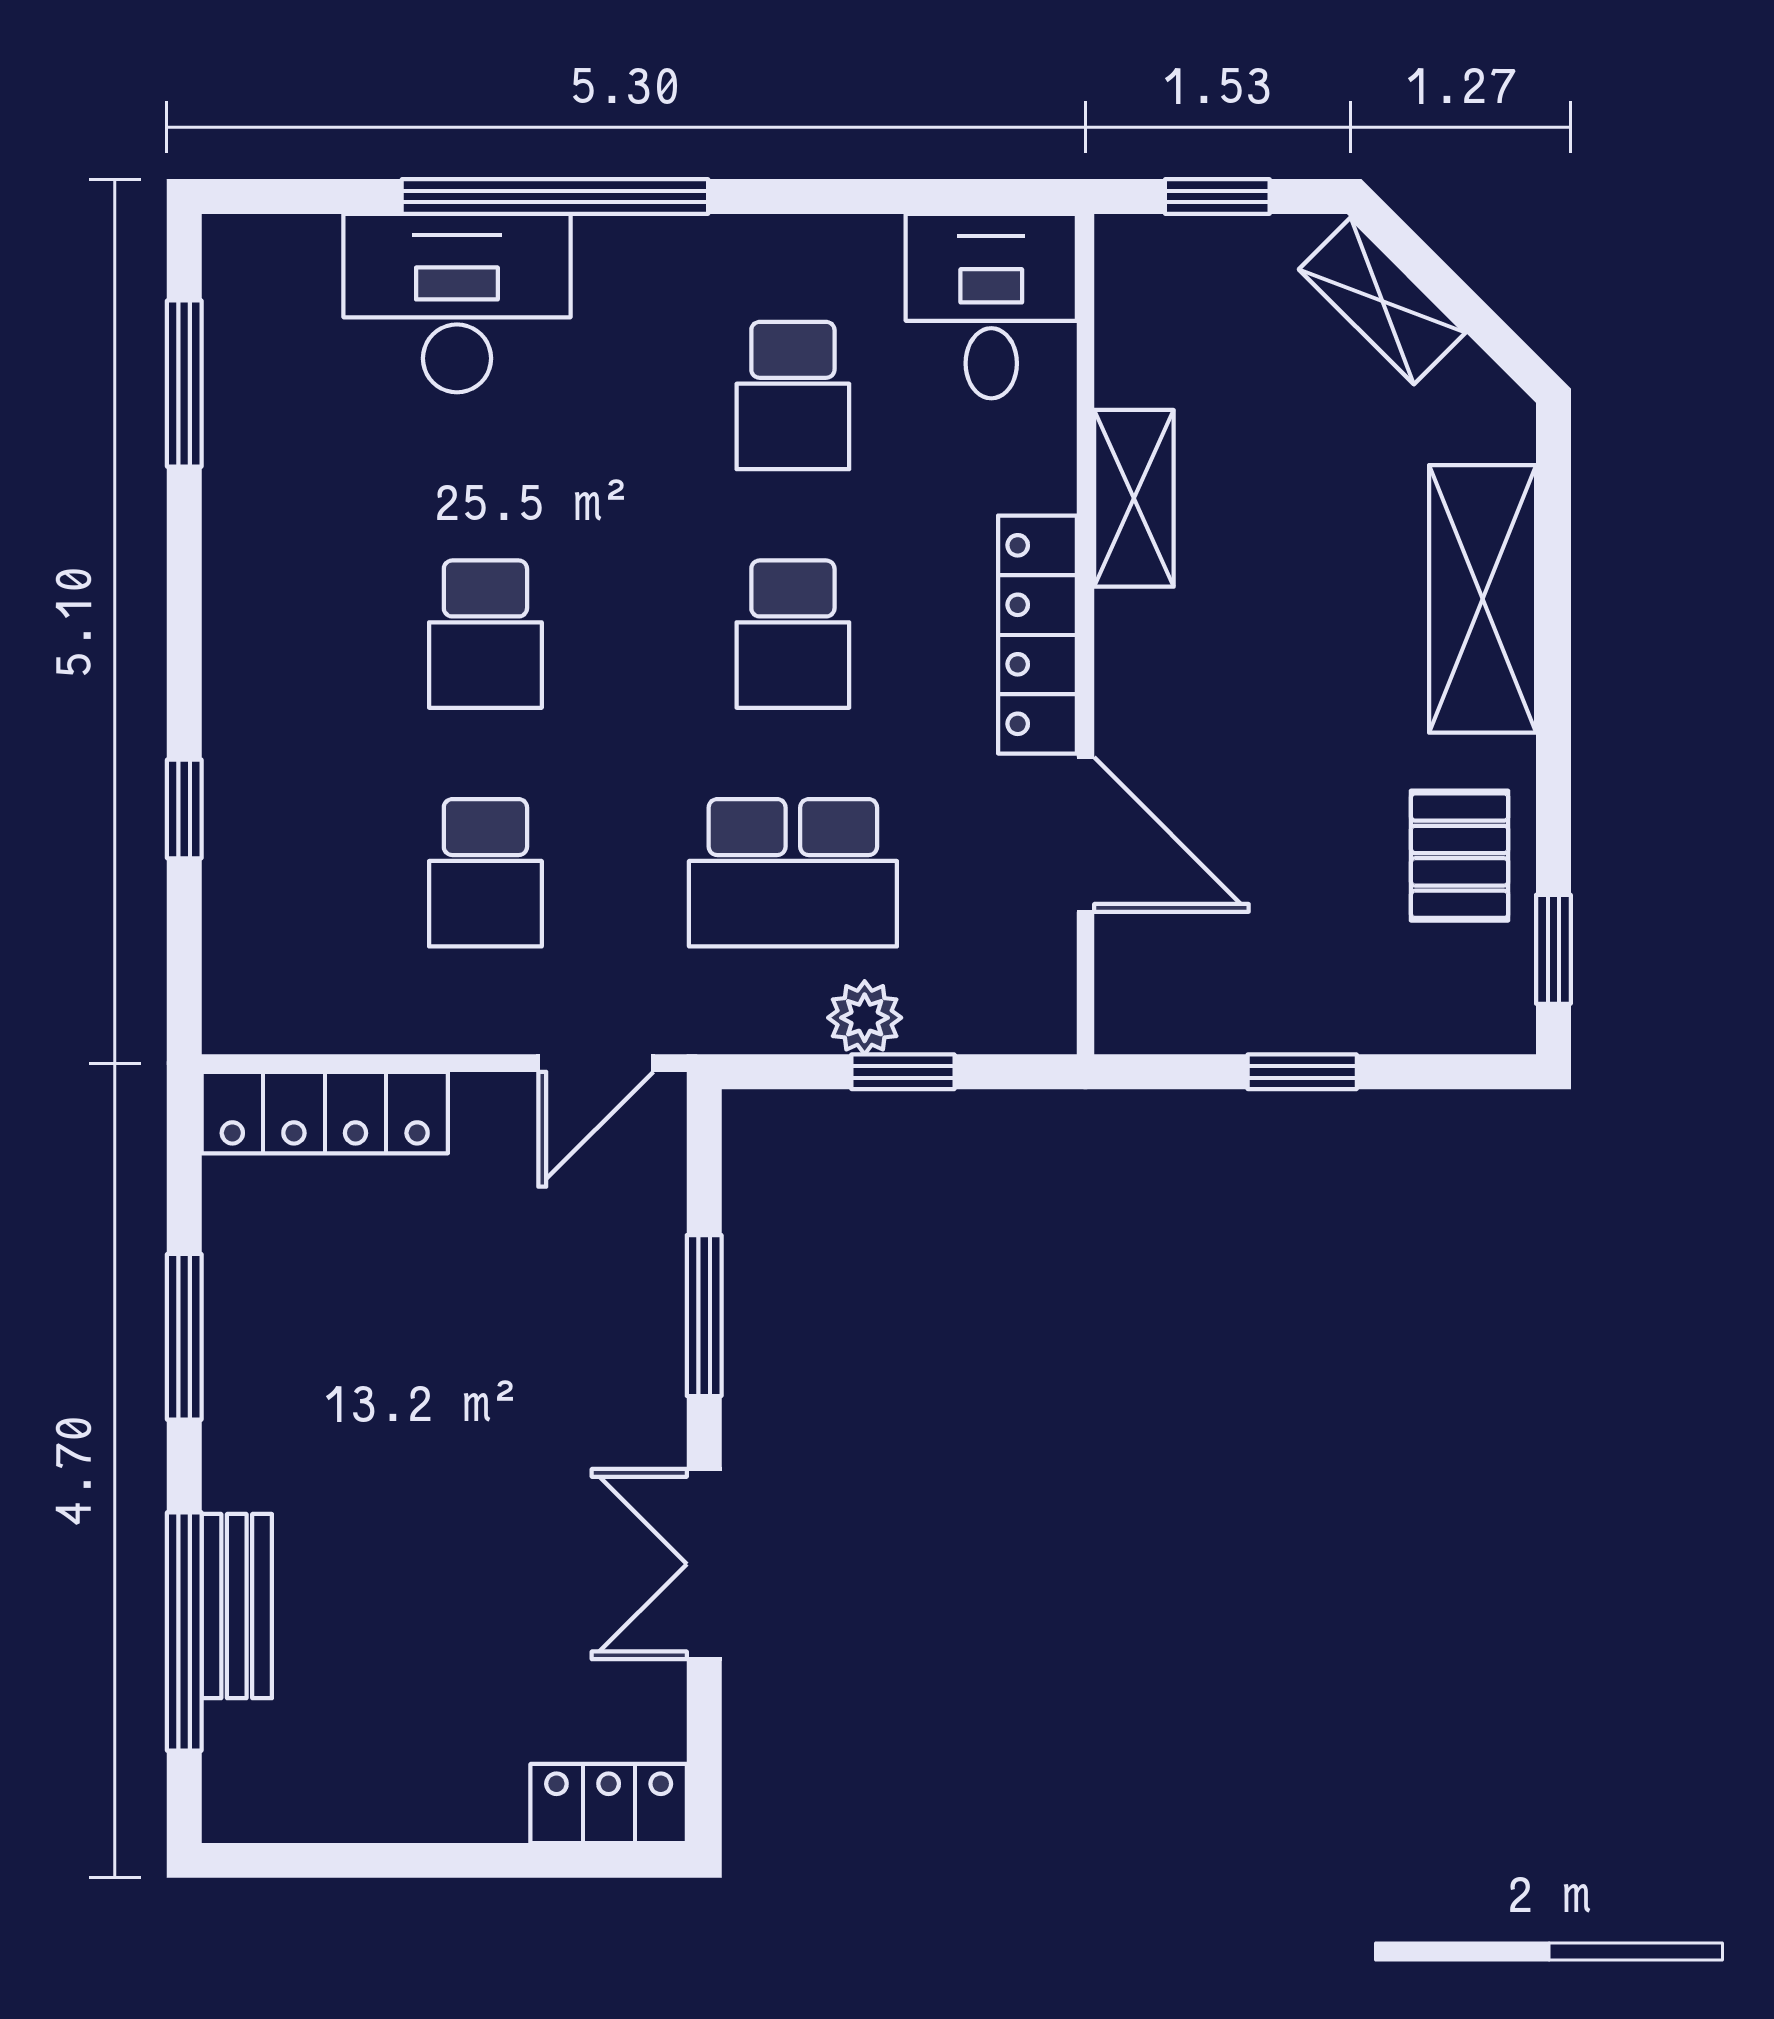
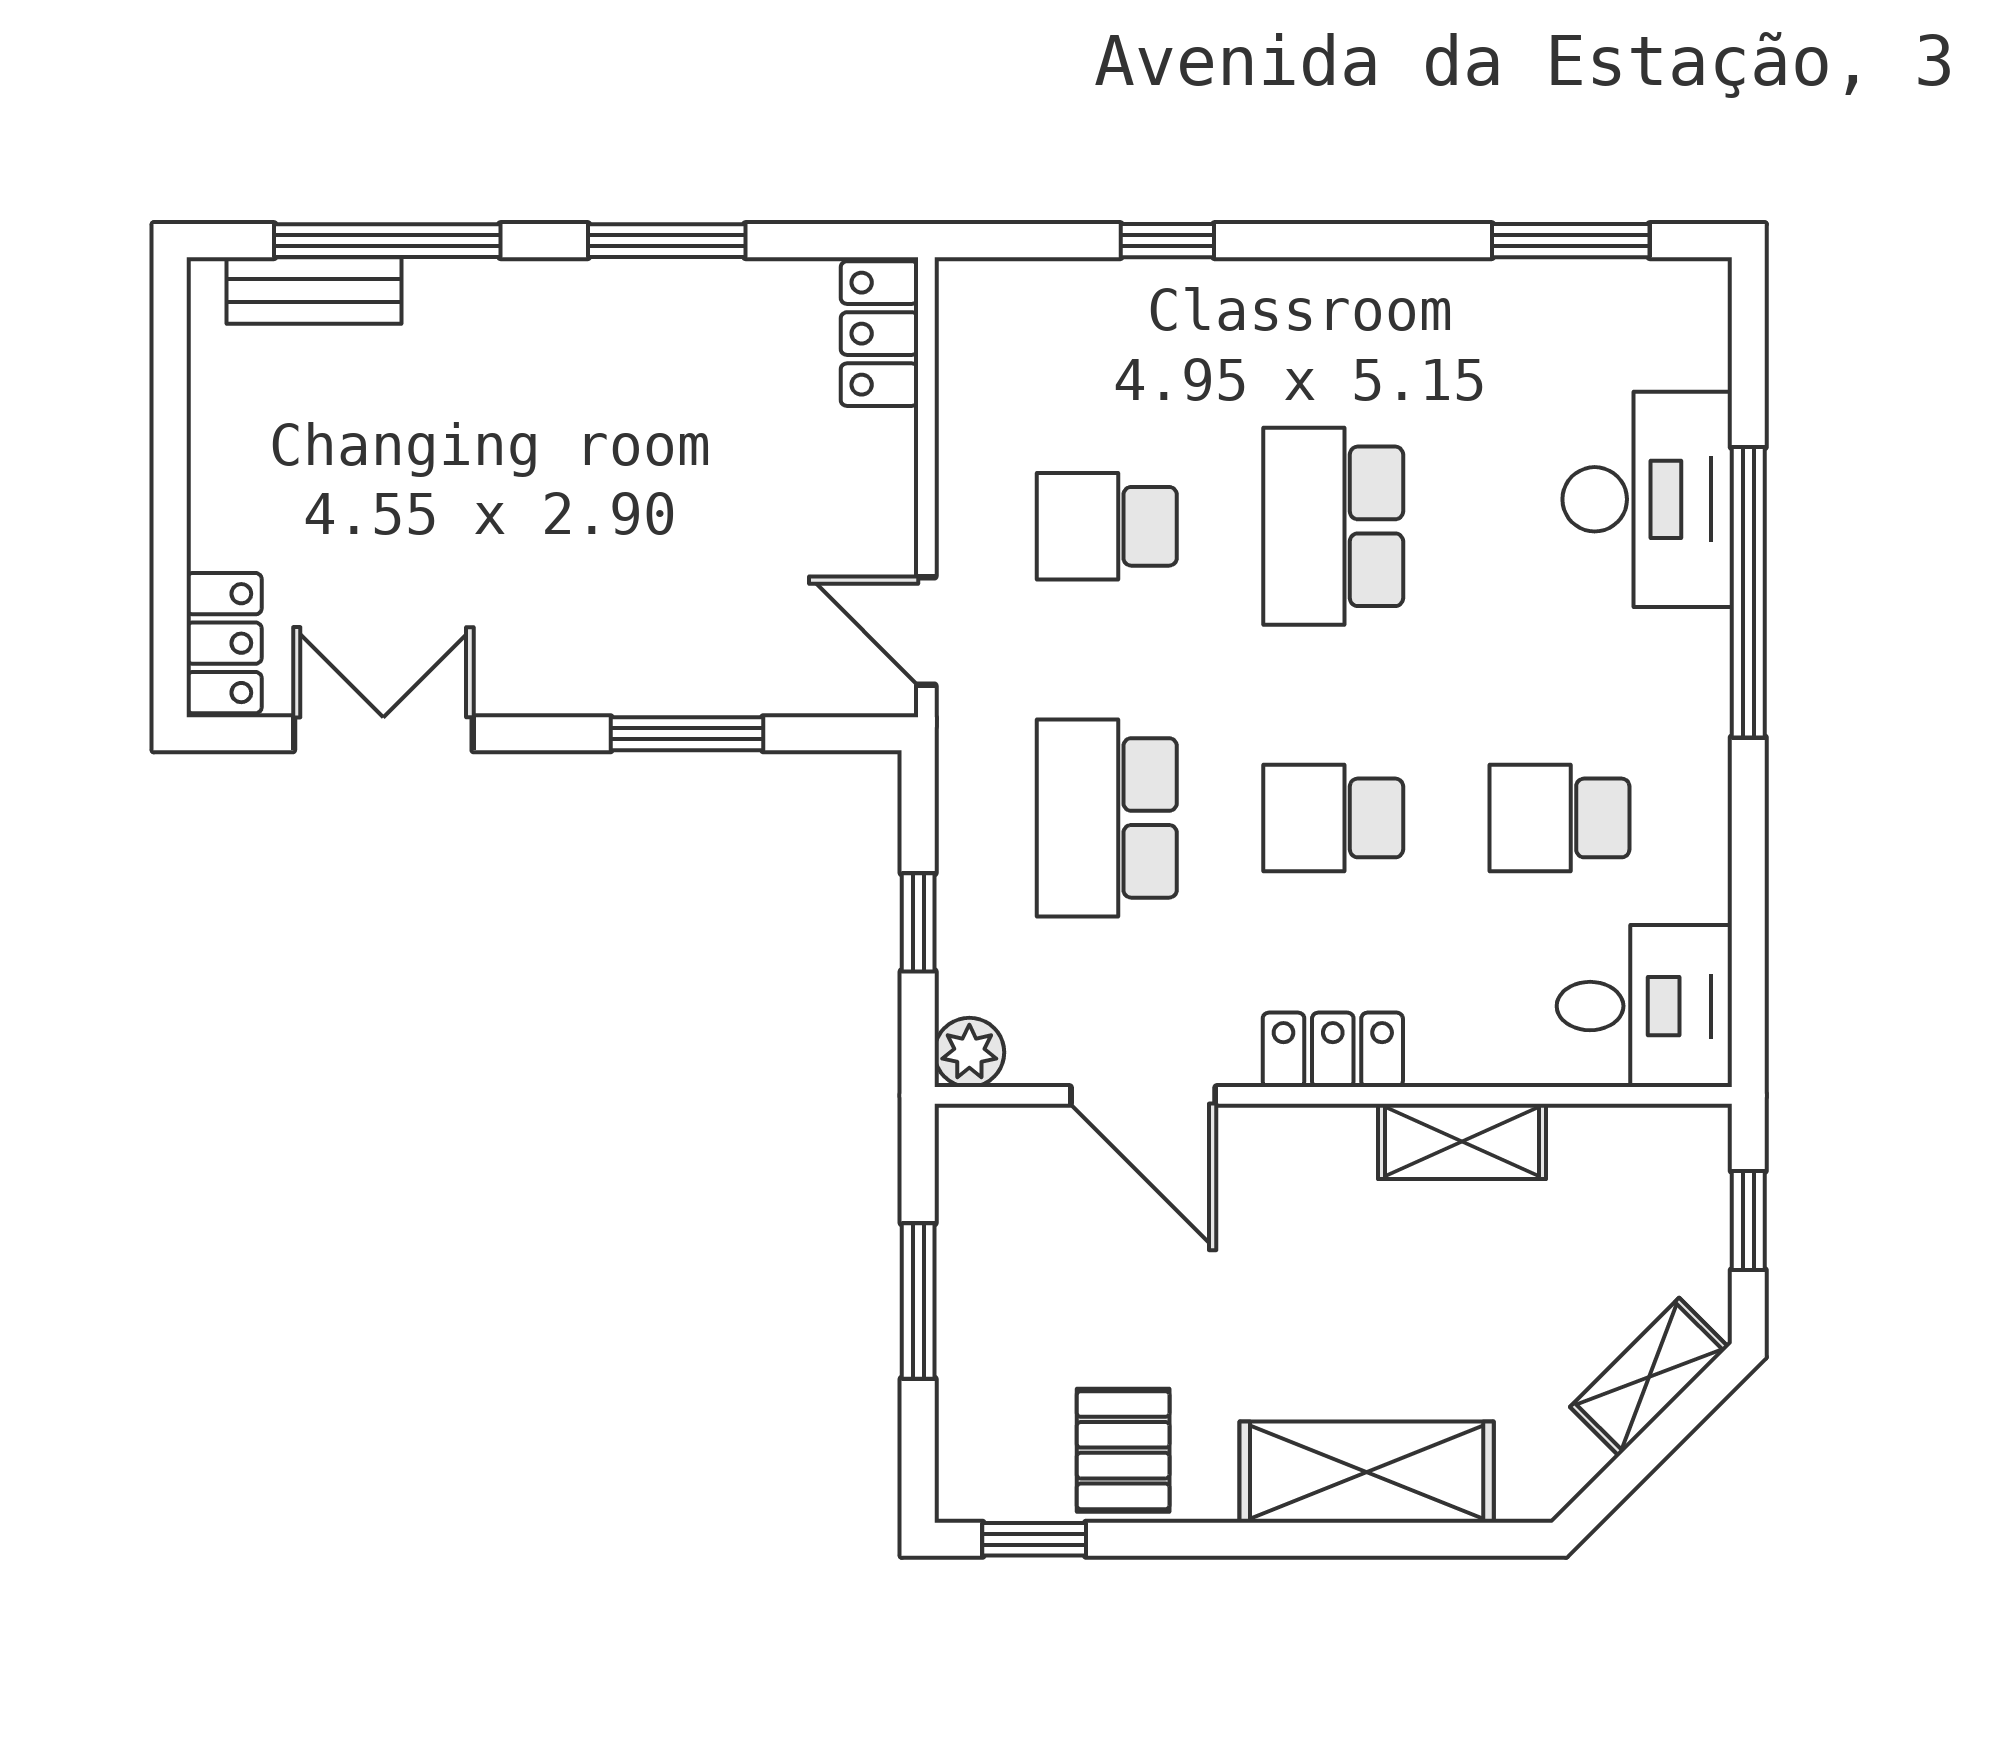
school desk: (485, 634) -> (1333, 526), width x1.85
locker: (1037, 635) -> (1333, 1050), width x0.66
door: (1085, 835) -> (1143, 1095), hinge flipped
pallet: (1460, 856) -> (1123, 1450), turned 90
plant: (865, 1018) -> (969, 1052), moved
window: (1302, 1072) -> (918, 1301), width x1.50
locker: (325, 1113) -> (879, 334), width x0.66
double door: (704, 1564) -> (383, 734), moved
bench: (237, 1606) -> (314, 290), moved

